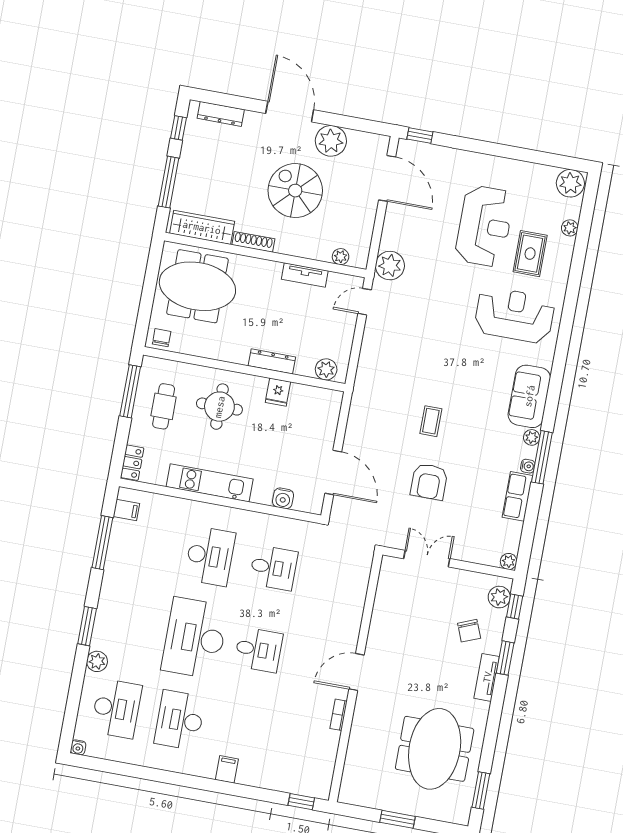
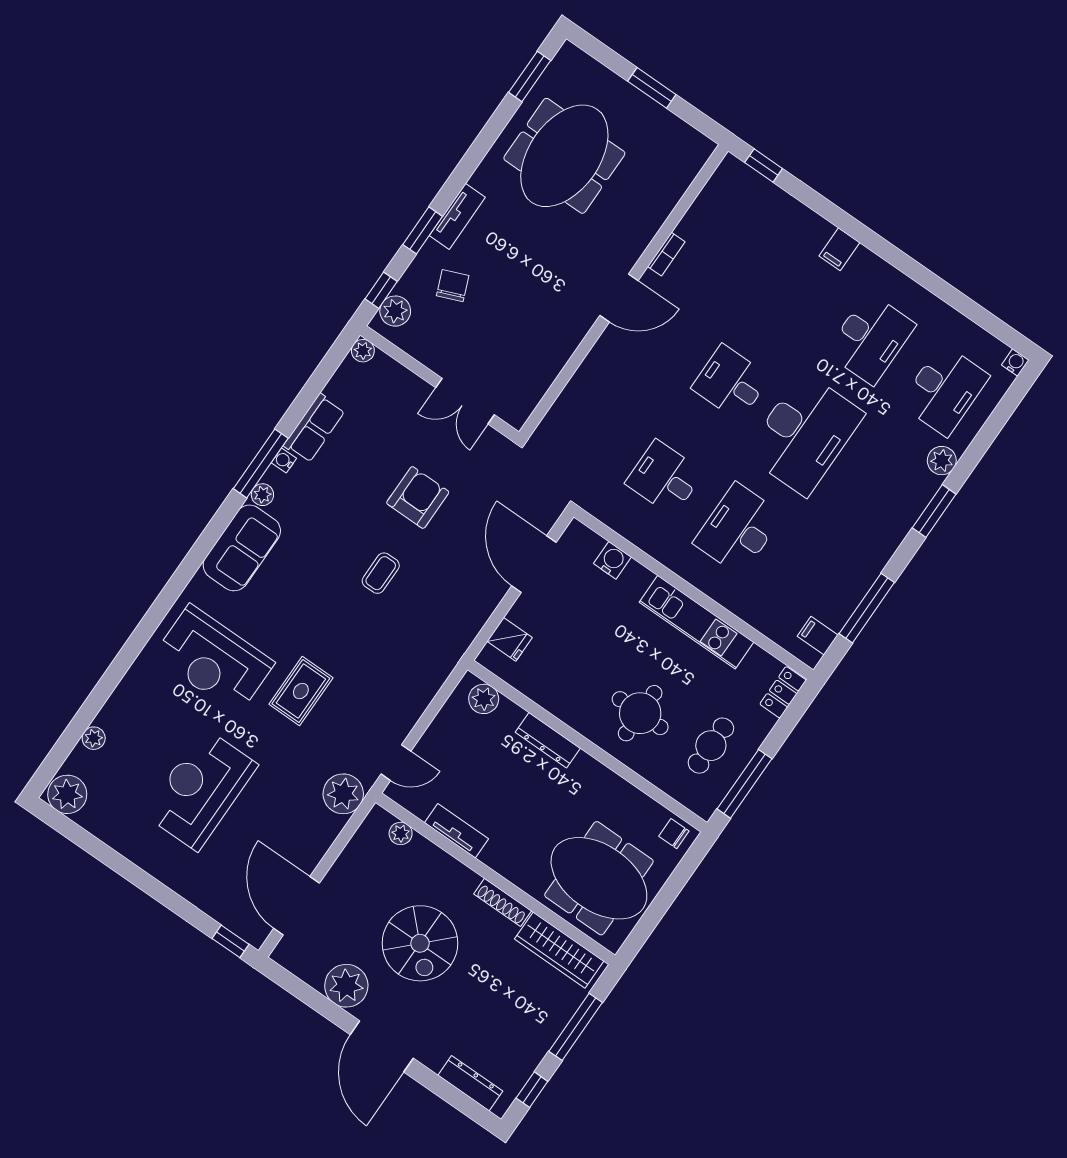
rug: (530, 254) -> (301, 691), moved
chair: (162, 338) -> (674, 834), turned 90
fridge: (278, 392) -> (510, 639), moved, turned 90
desk: (116, 708) -> (944, 390), turned 180

